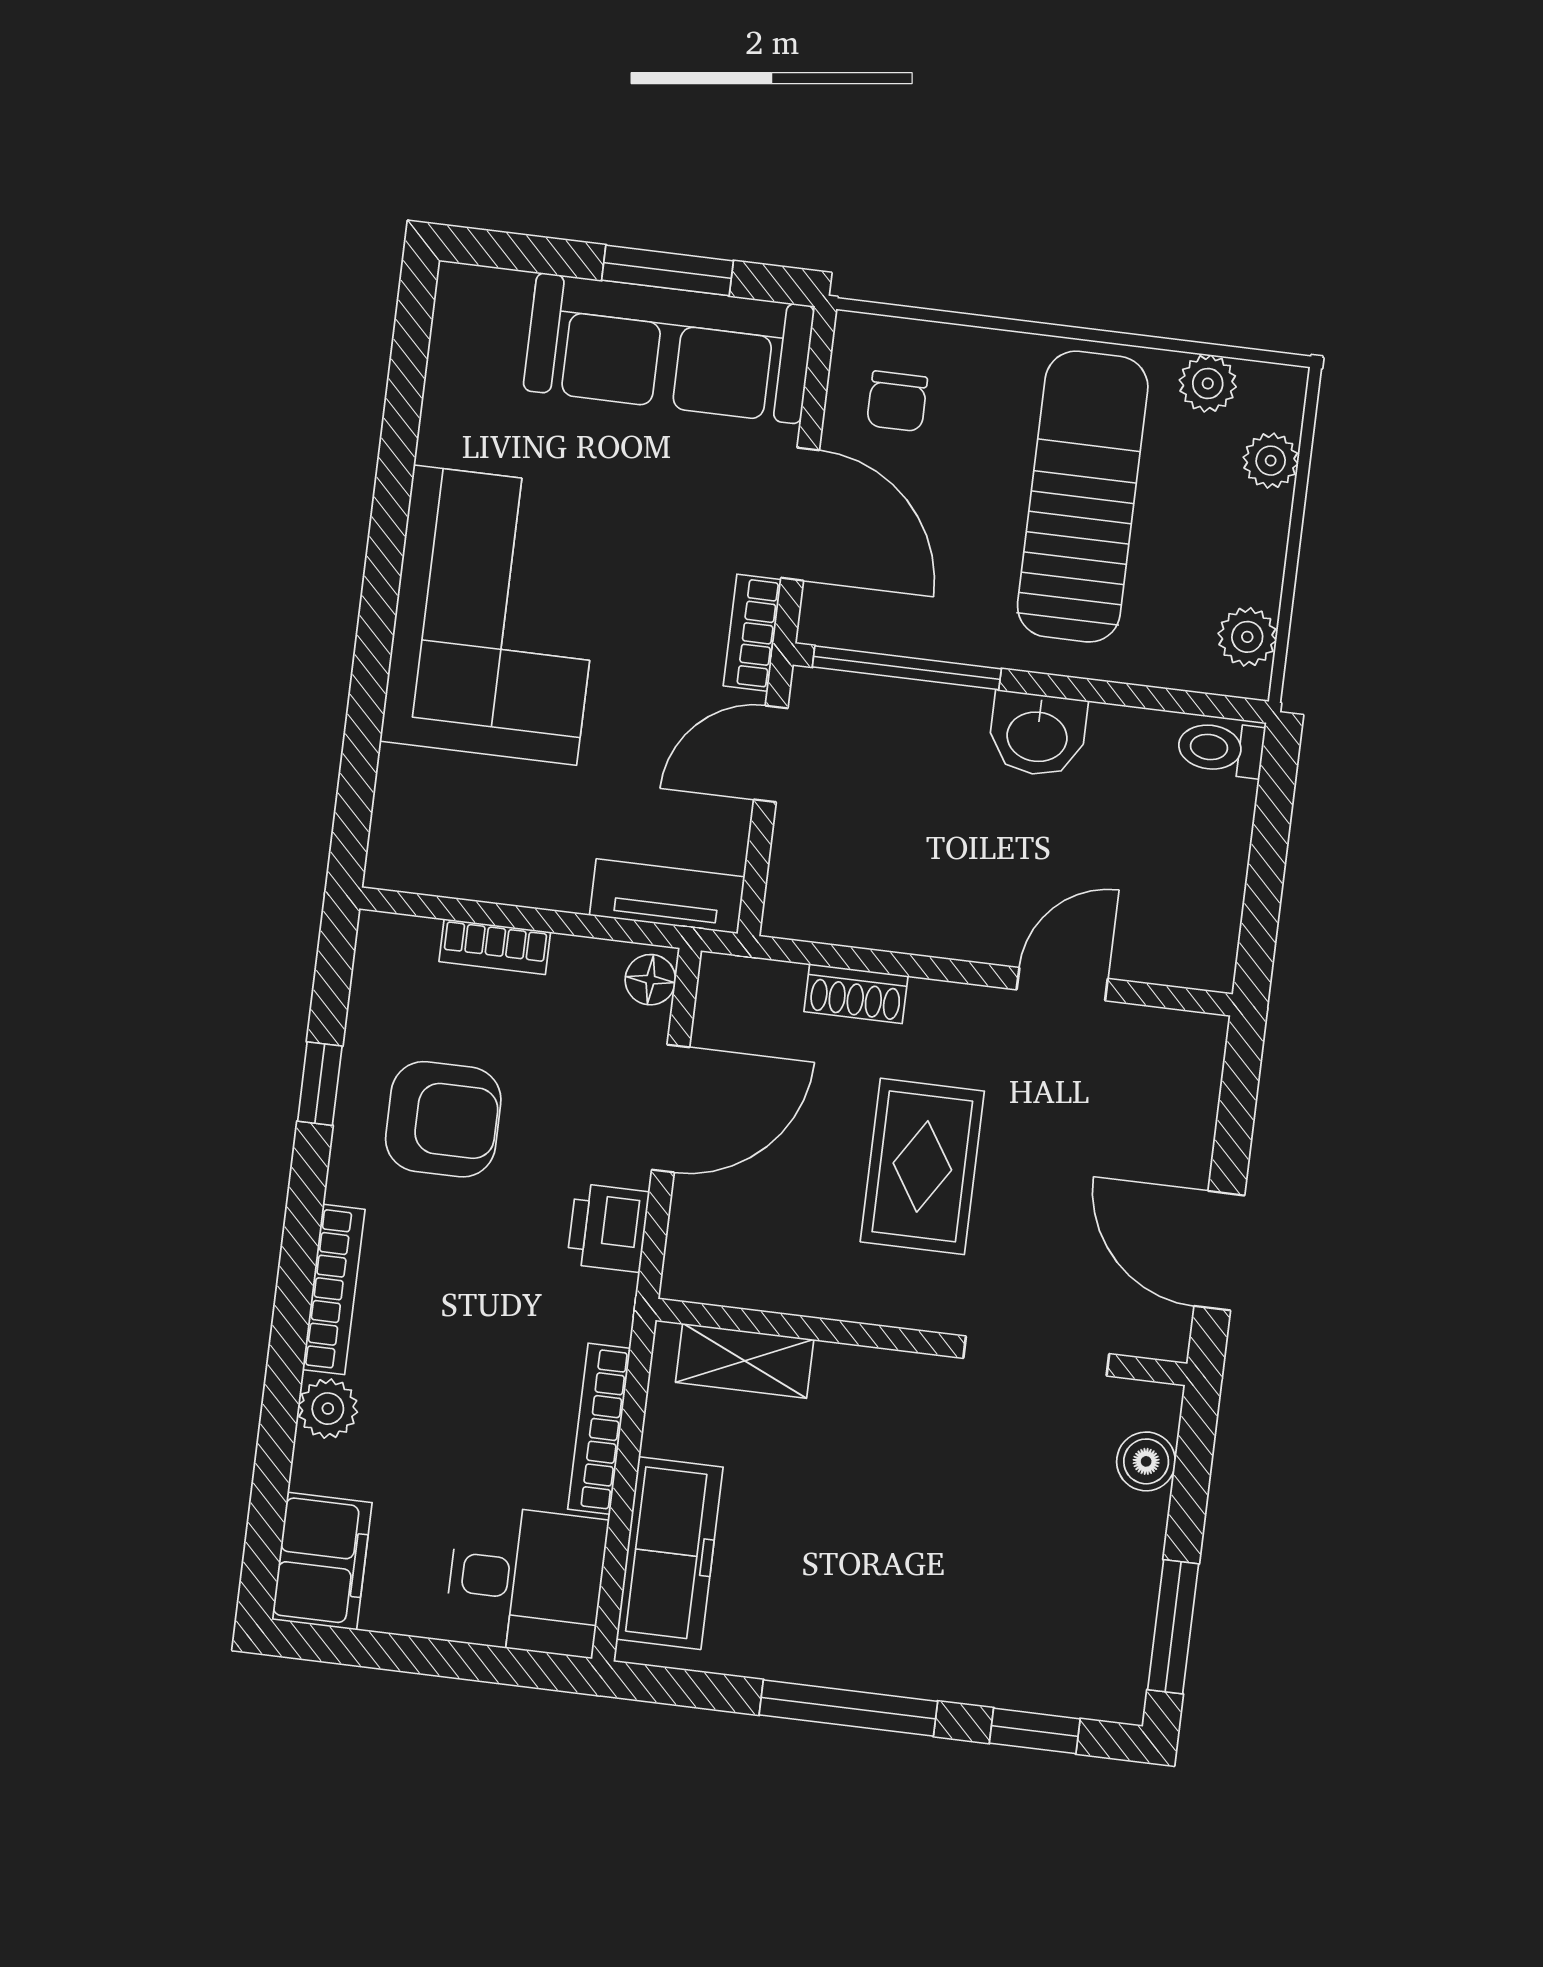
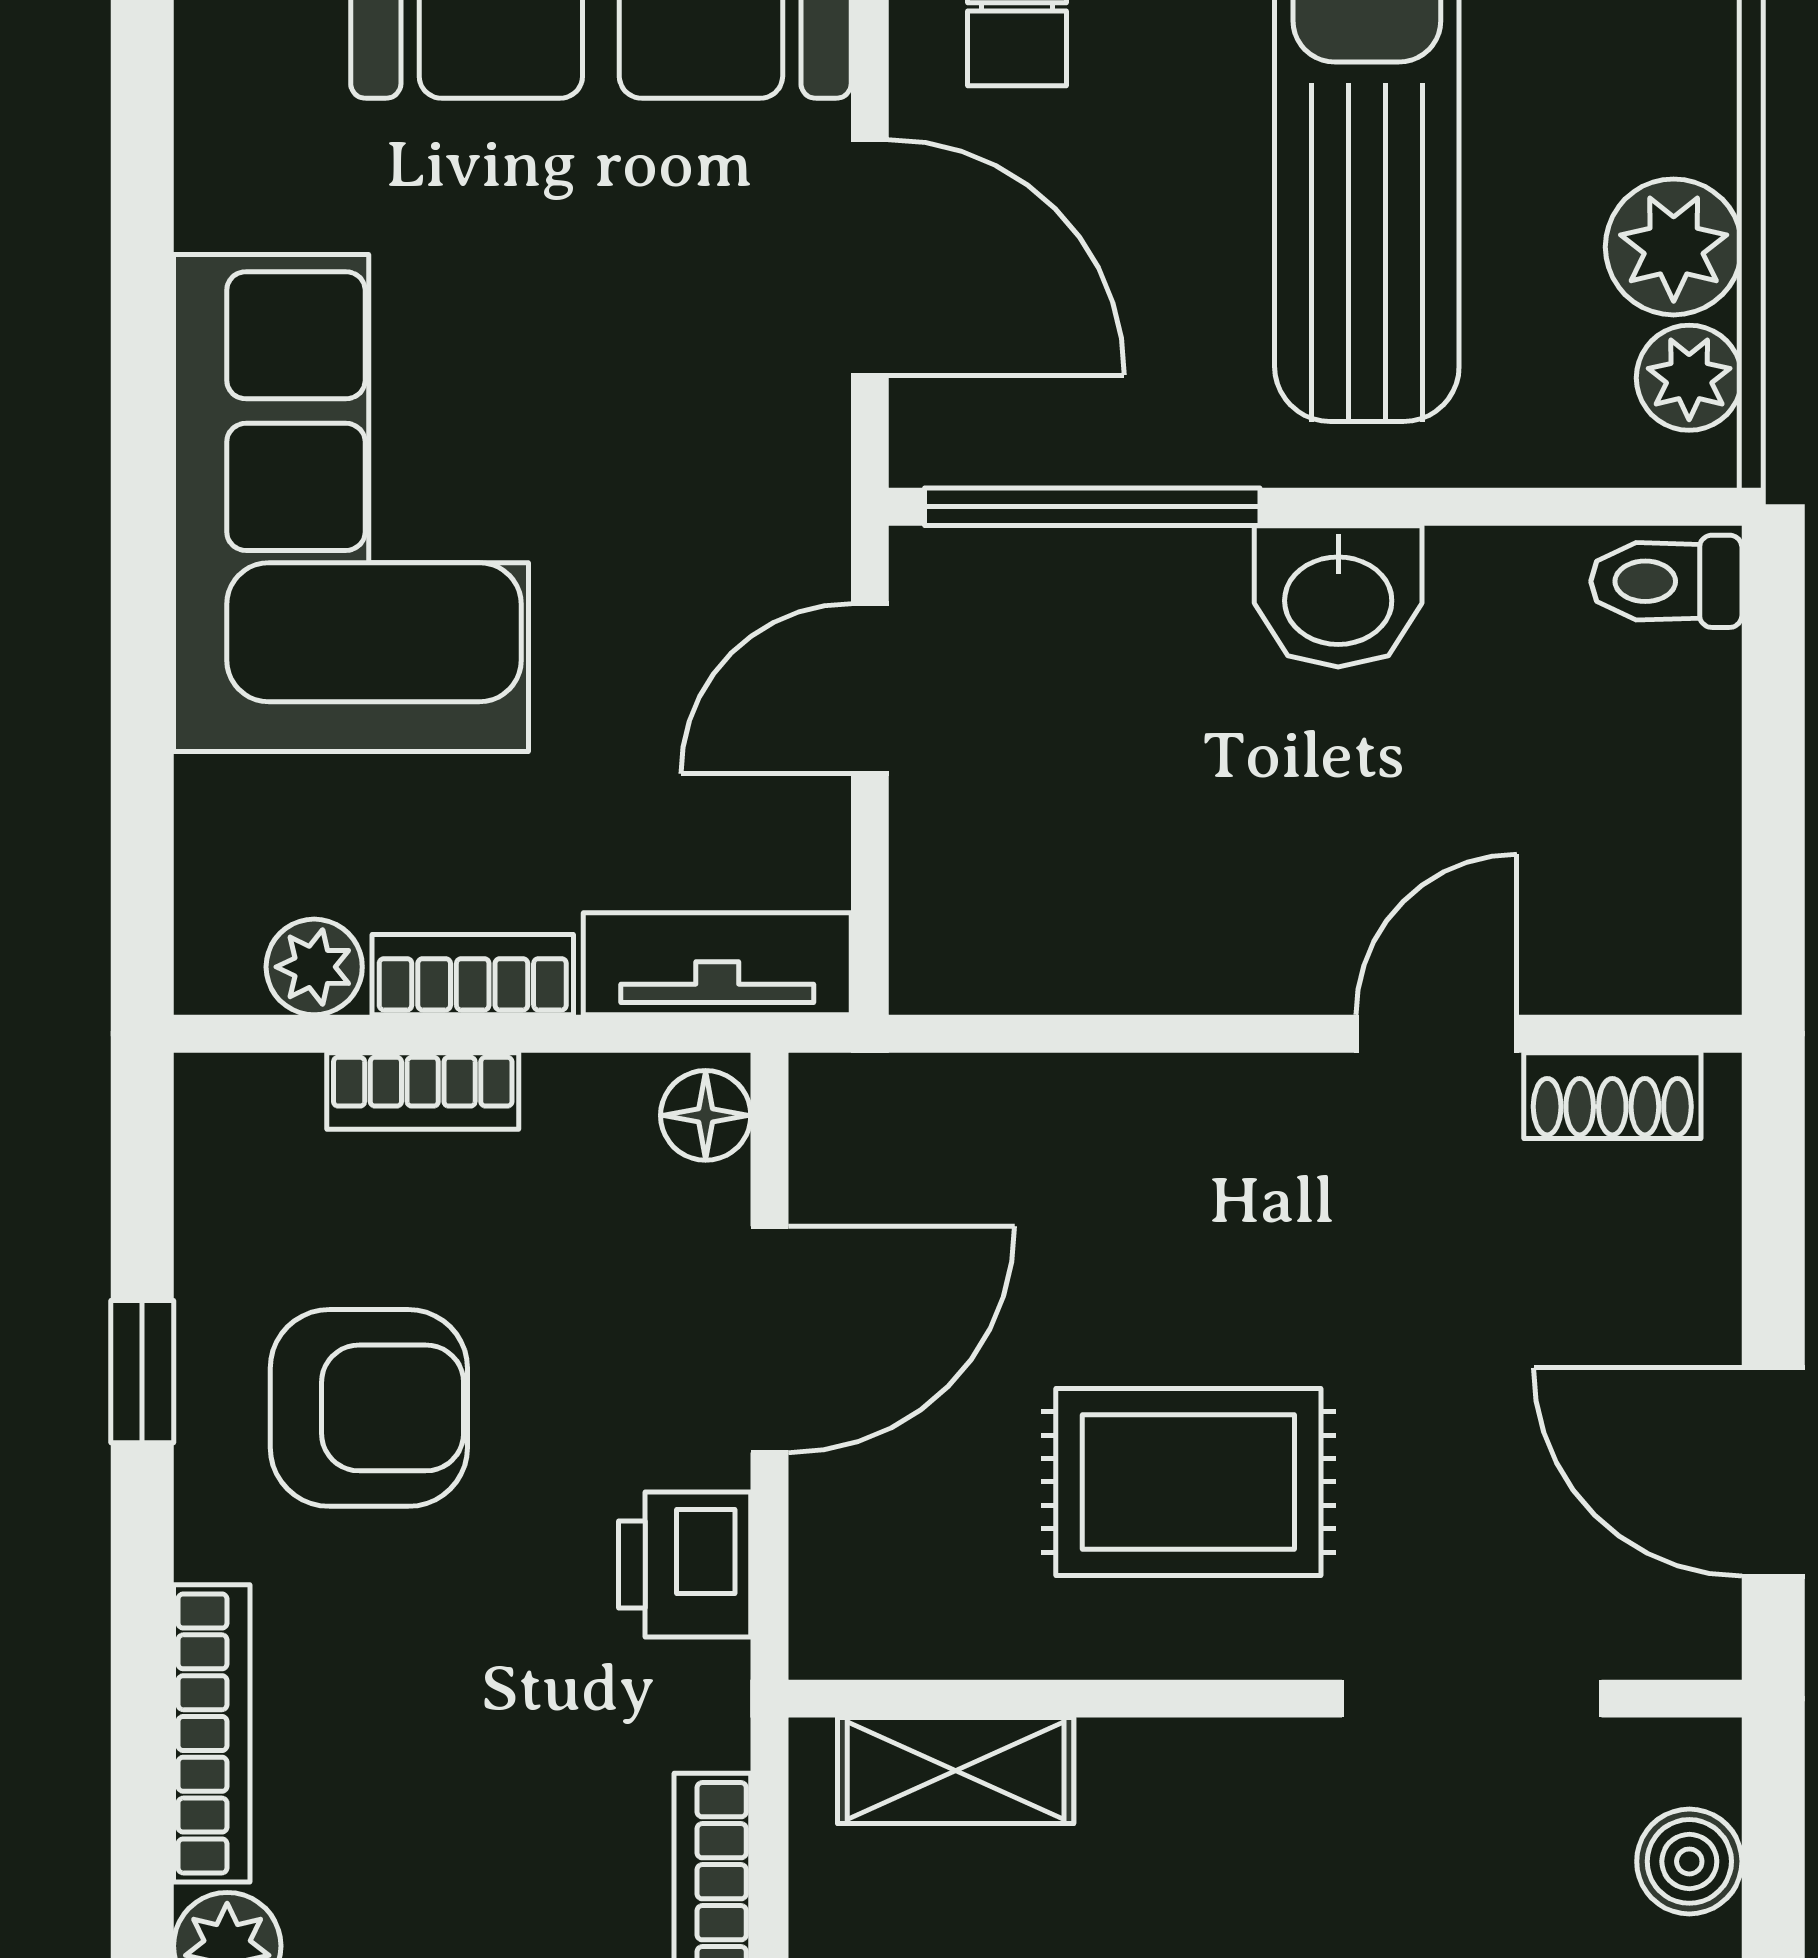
plant: (1271, 461) -> (1674, 247), moved, width x1.38, depth x1.38
bookcase: (752, 633) -> (473, 975), moved, turned 90
plant: (443, 870) -> (314, 967), added
shoe rack: (856, 994) -> (1612, 1096), moved
rug: (922, 1166) -> (1188, 1482), moved, turned 90

